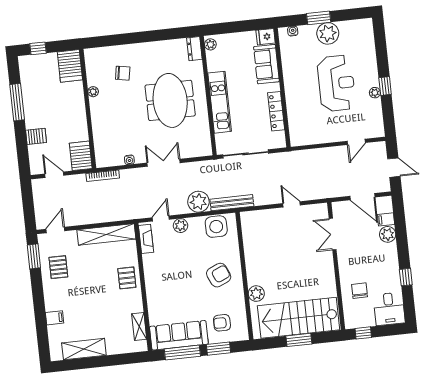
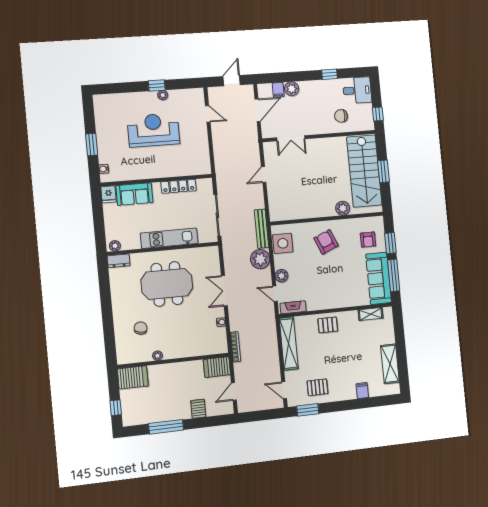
plant: (328, 33) -> (107, 136), removed

